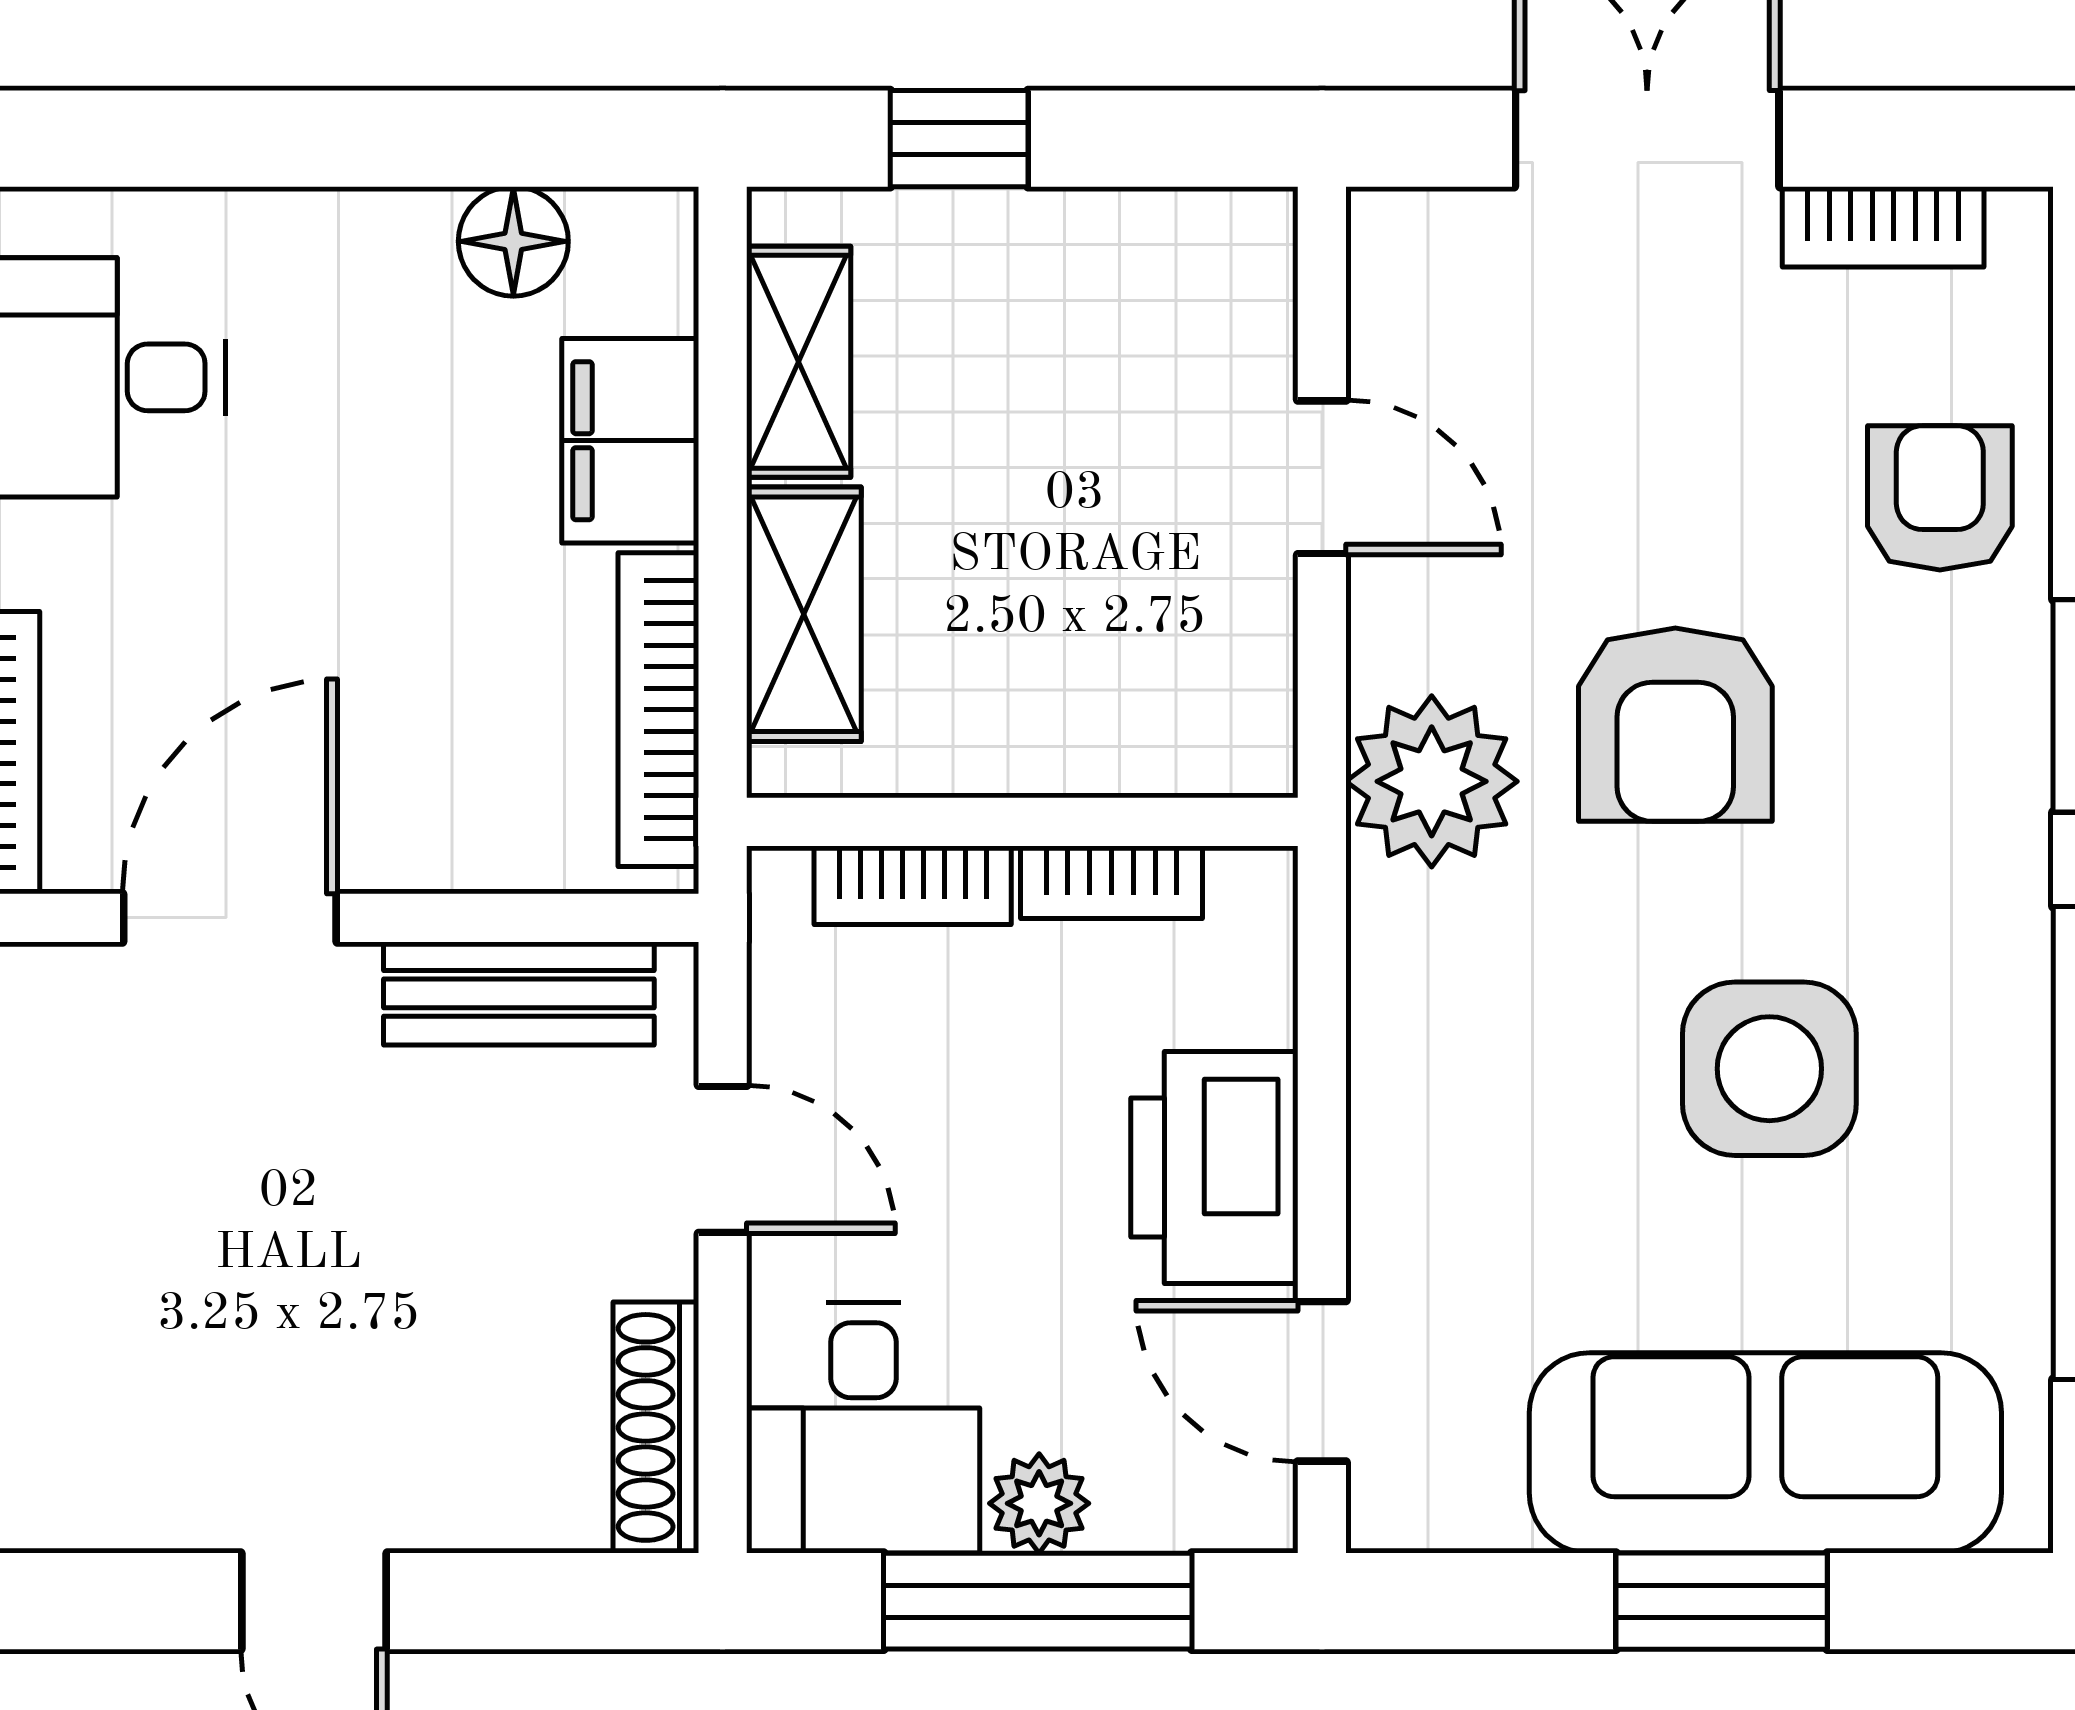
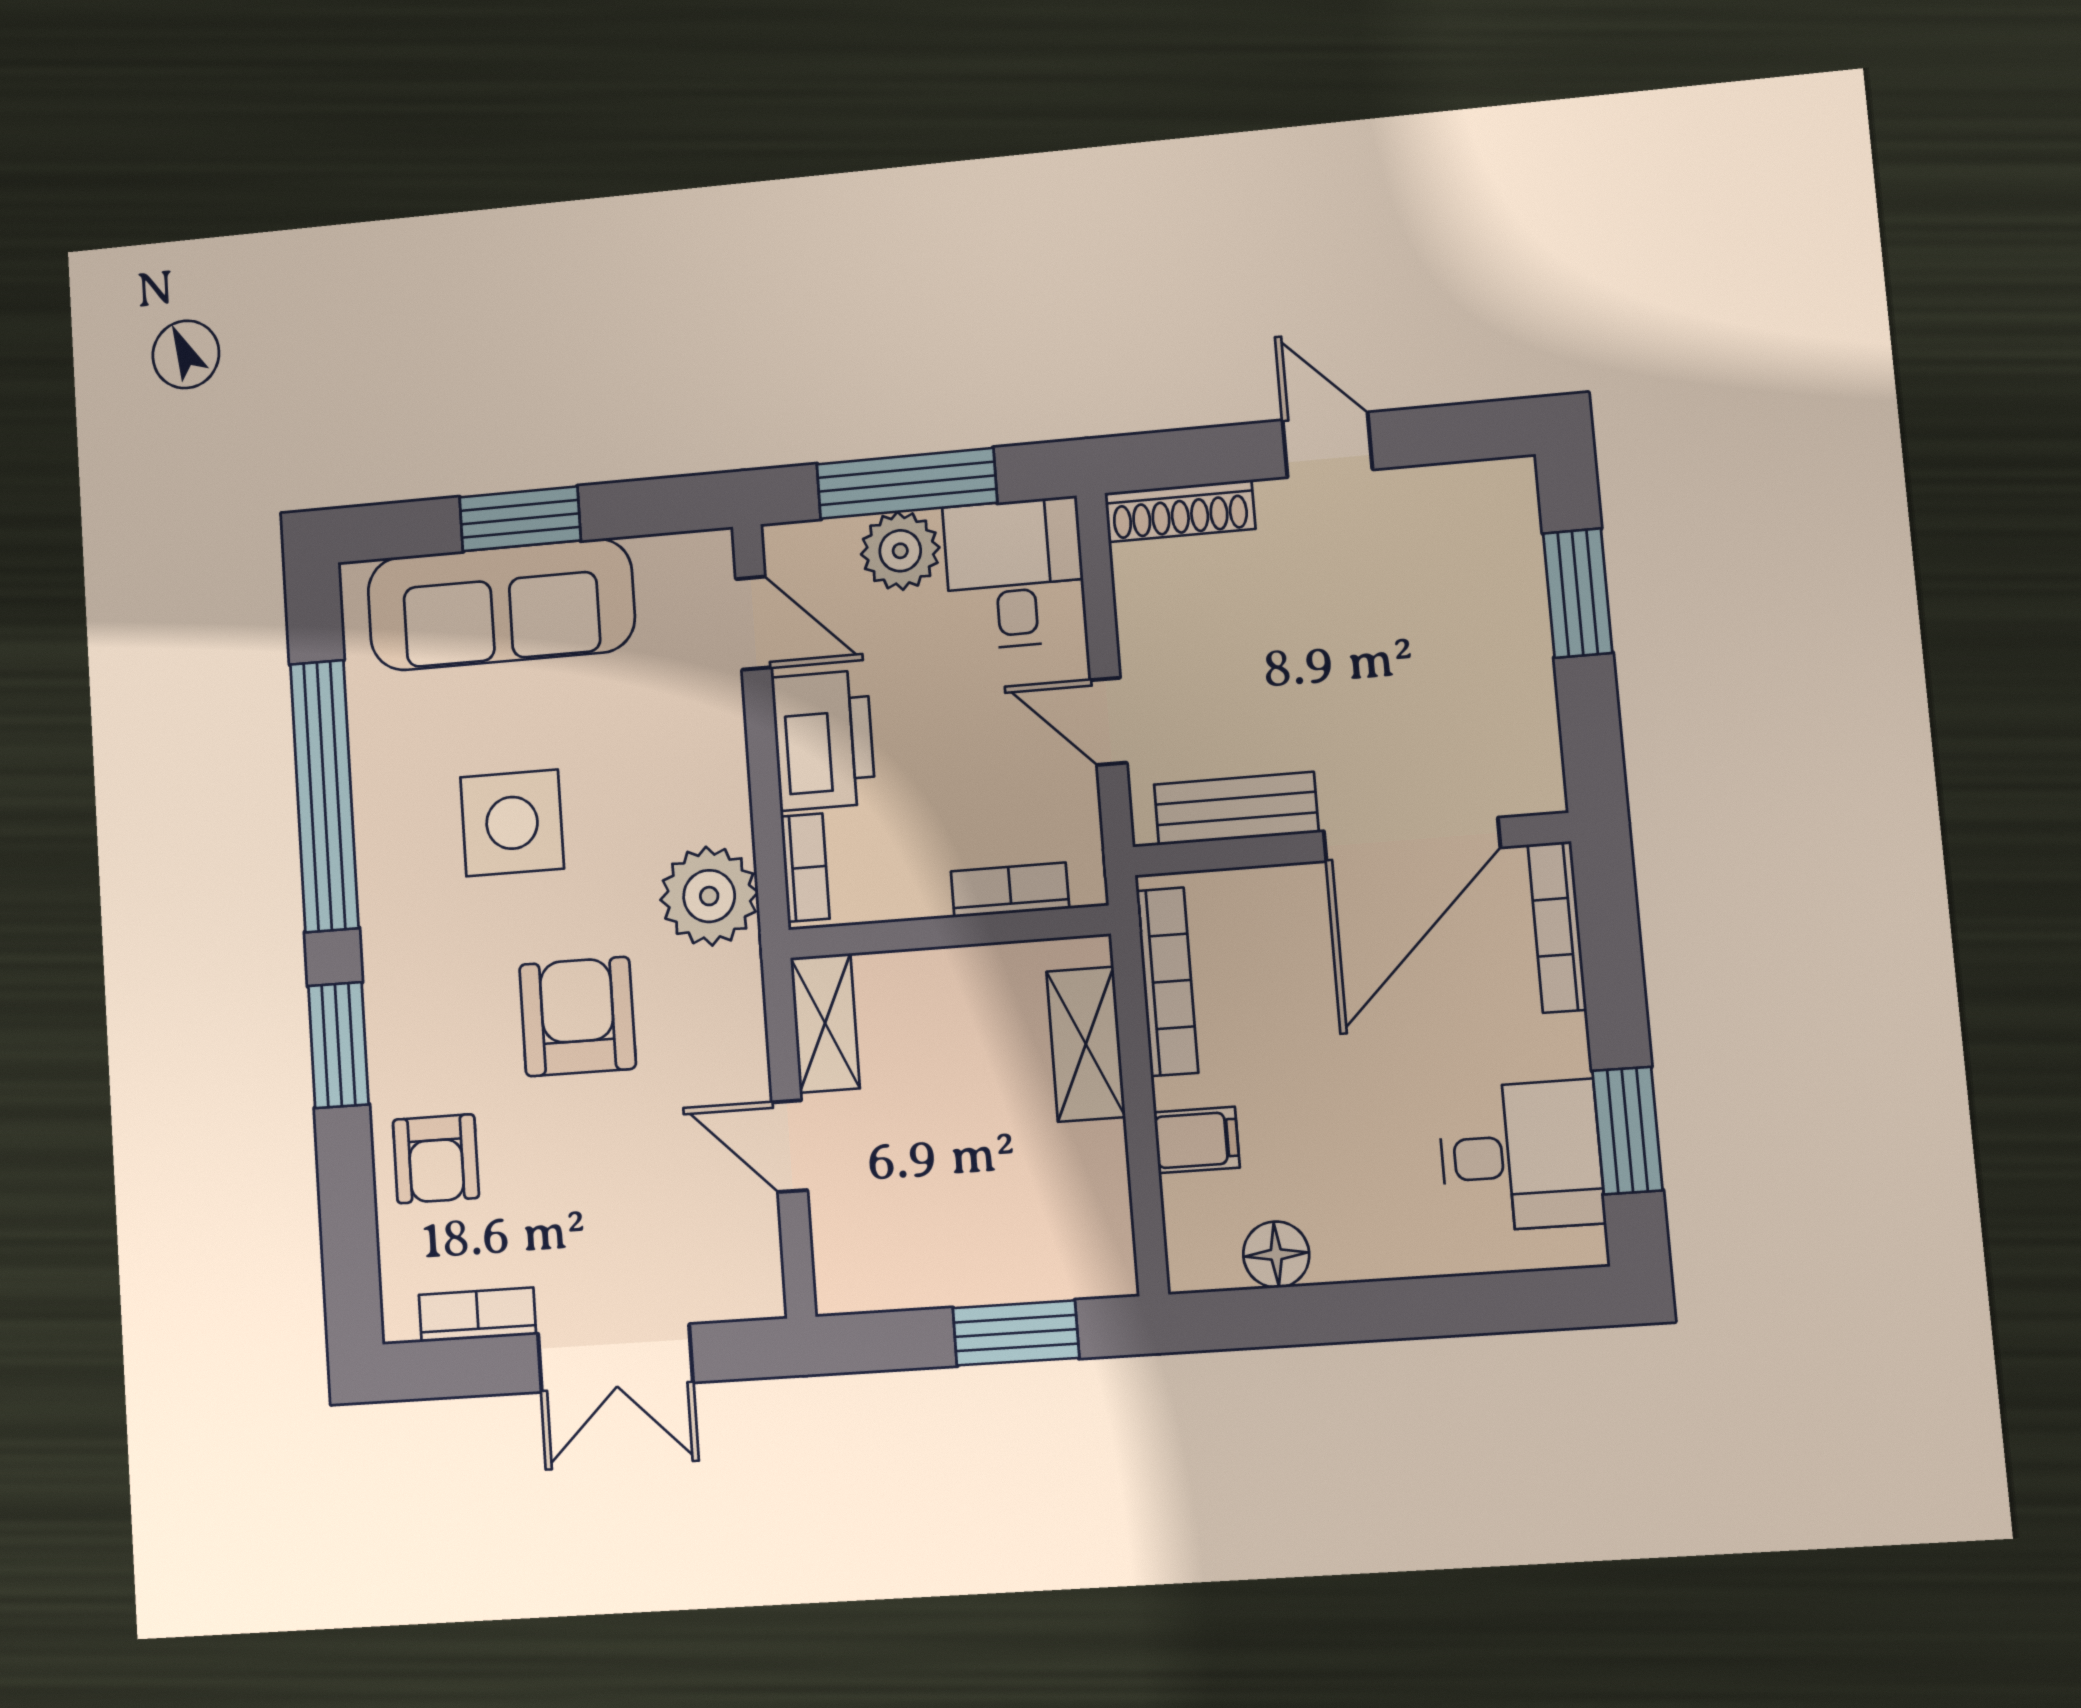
window: (959, 139) -> (1016, 1333), width x1.50
shelving: (799, 362) -> (825, 1023), moved
filing cabinet: (630, 441) -> (1197, 1140), width x0.50
plant: (1432, 781) -> (709, 896), moved
bookcase: (1111, 882) -> (805, 868), moved, turned 90
door: (230, 918) -> (1412, 839), width x1.36
shoe rack: (656, 1427) -> (1180, 511), moved, turned 90
plant: (1039, 1503) -> (900, 551), width x1.38, depth x1.38

